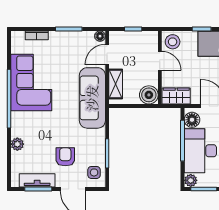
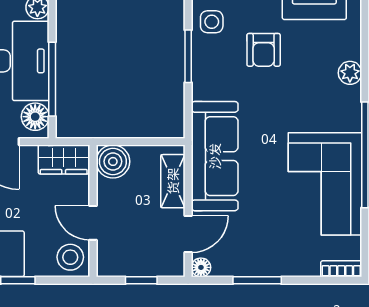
bookcase: (37, 35) -> (341, 269), moved

